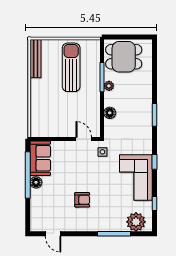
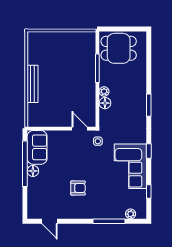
bench: (36, 59) -> (33, 84), moved
sun lounger: (71, 67) -> (67, 59), removed
plant: (109, 86) -> (104, 92), moved
plant: (136, 222) -> (131, 214), width x0.53, depth x0.53

